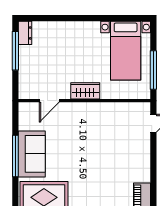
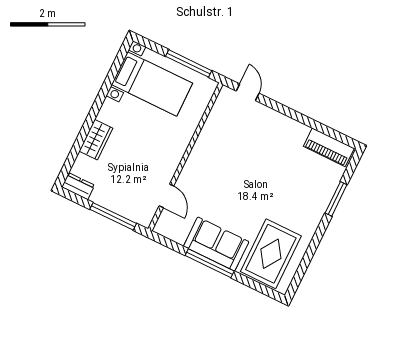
window: (15, 51) -> (113, 216), moved
wardrobe: (85, 91) -> (96, 140), moved, turned 180

